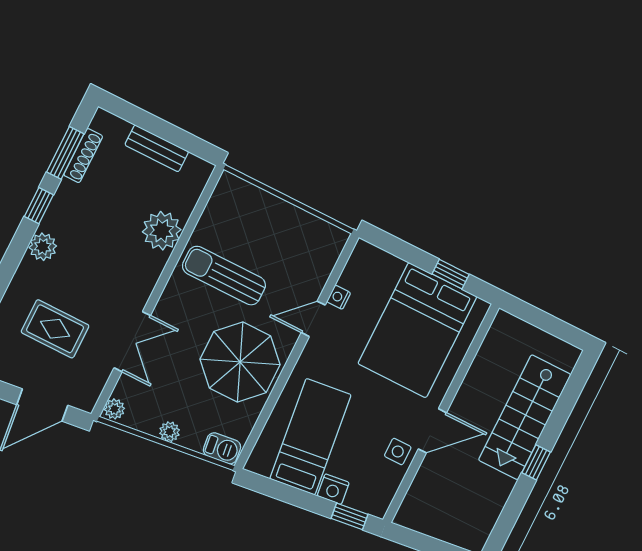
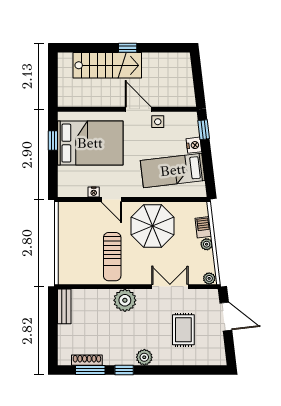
bench: (157, 148) -> (64, 306), moved
plant: (162, 231) -> (125, 300), moved
barbecue: (222, 448) -> (203, 227), moved

